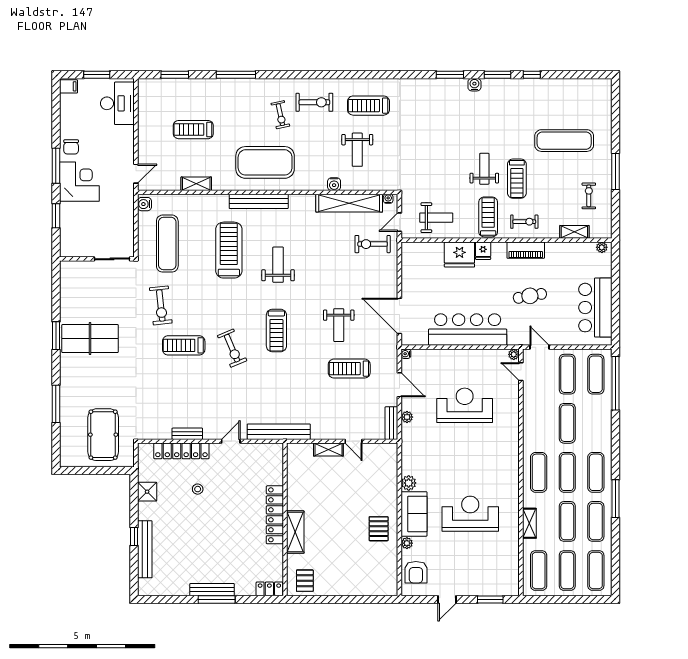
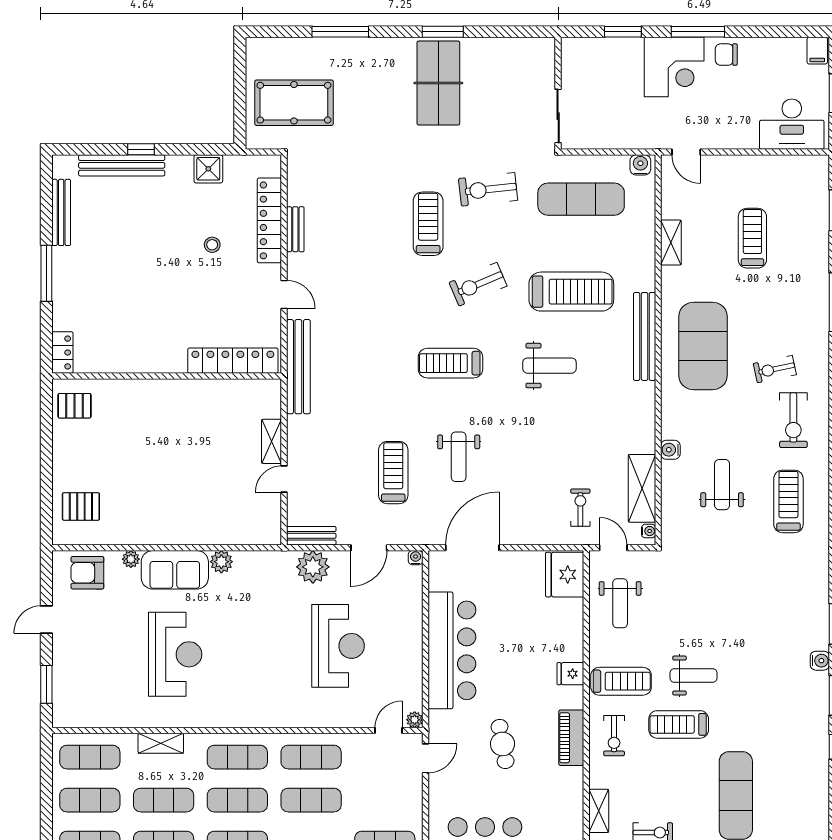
weight bench: (357, 150) -> (722, 485), turned 90
shelving: (349, 203) -> (642, 488), width x0.68
exercise bike: (373, 244) -> (580, 508), width x0.73, depth x0.72
fridge: (459, 254) -> (565, 575), moved
weight bench: (339, 325) -> (459, 457), turned -90
exercise bike: (232, 348) -> (478, 284), moved
exercise mat: (567, 374) -> (311, 757), moved
plant: (407, 417) -> (313, 567), width x1.88, depth x1.88
locker: (275, 515) -> (233, 361), moved
pallet: (379, 529) -> (81, 506), moved
shelving: (295, 532) -> (148, 391), removed
bench: (212, 590) -> (61, 212), moved
door: (447, 599) -> (46, 619), hinge flipped

